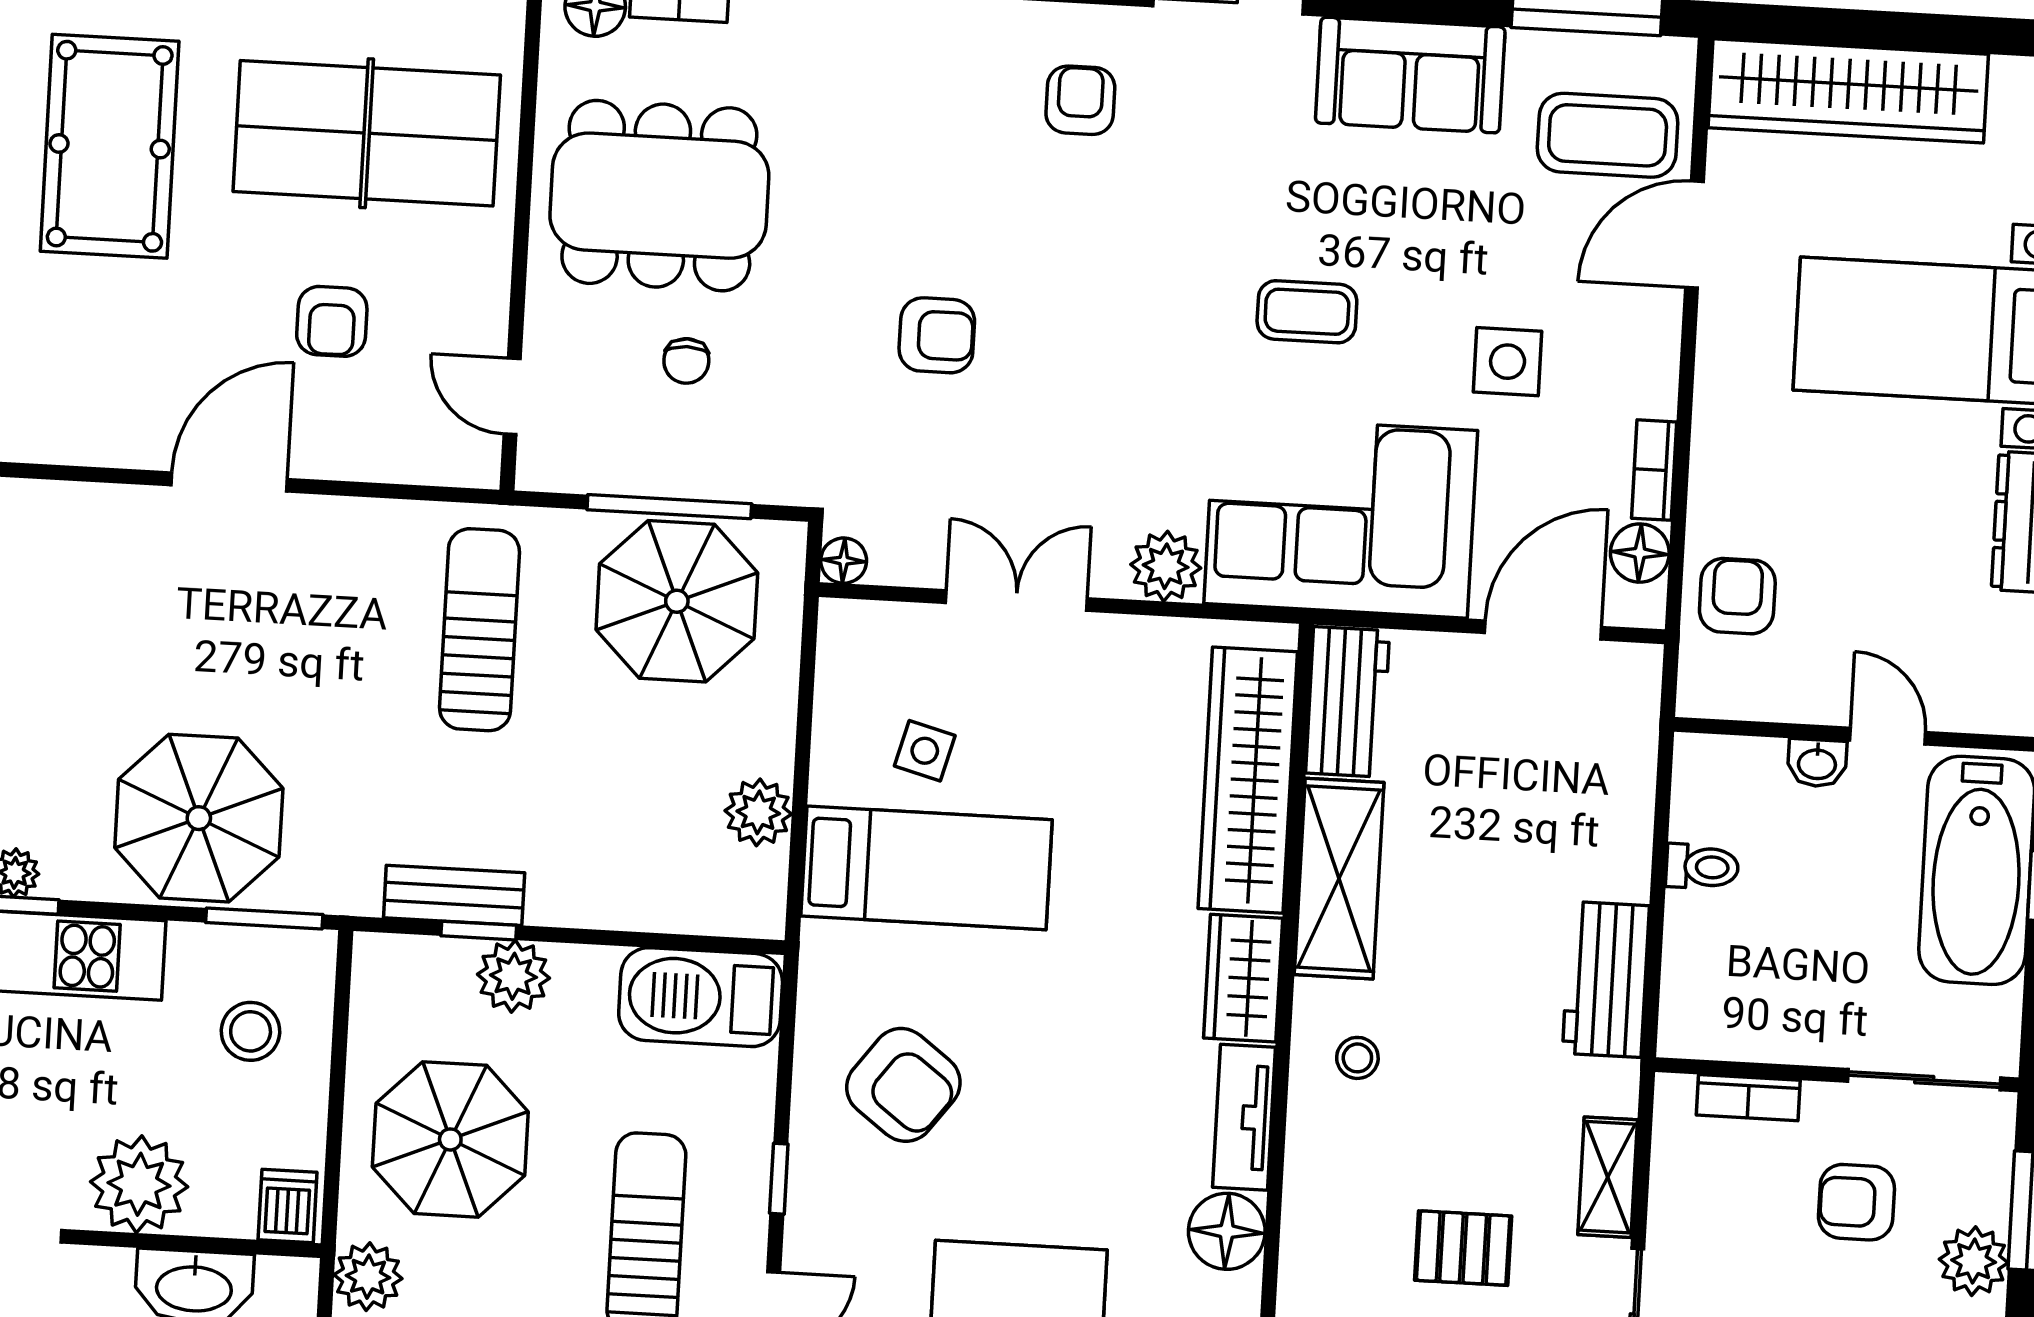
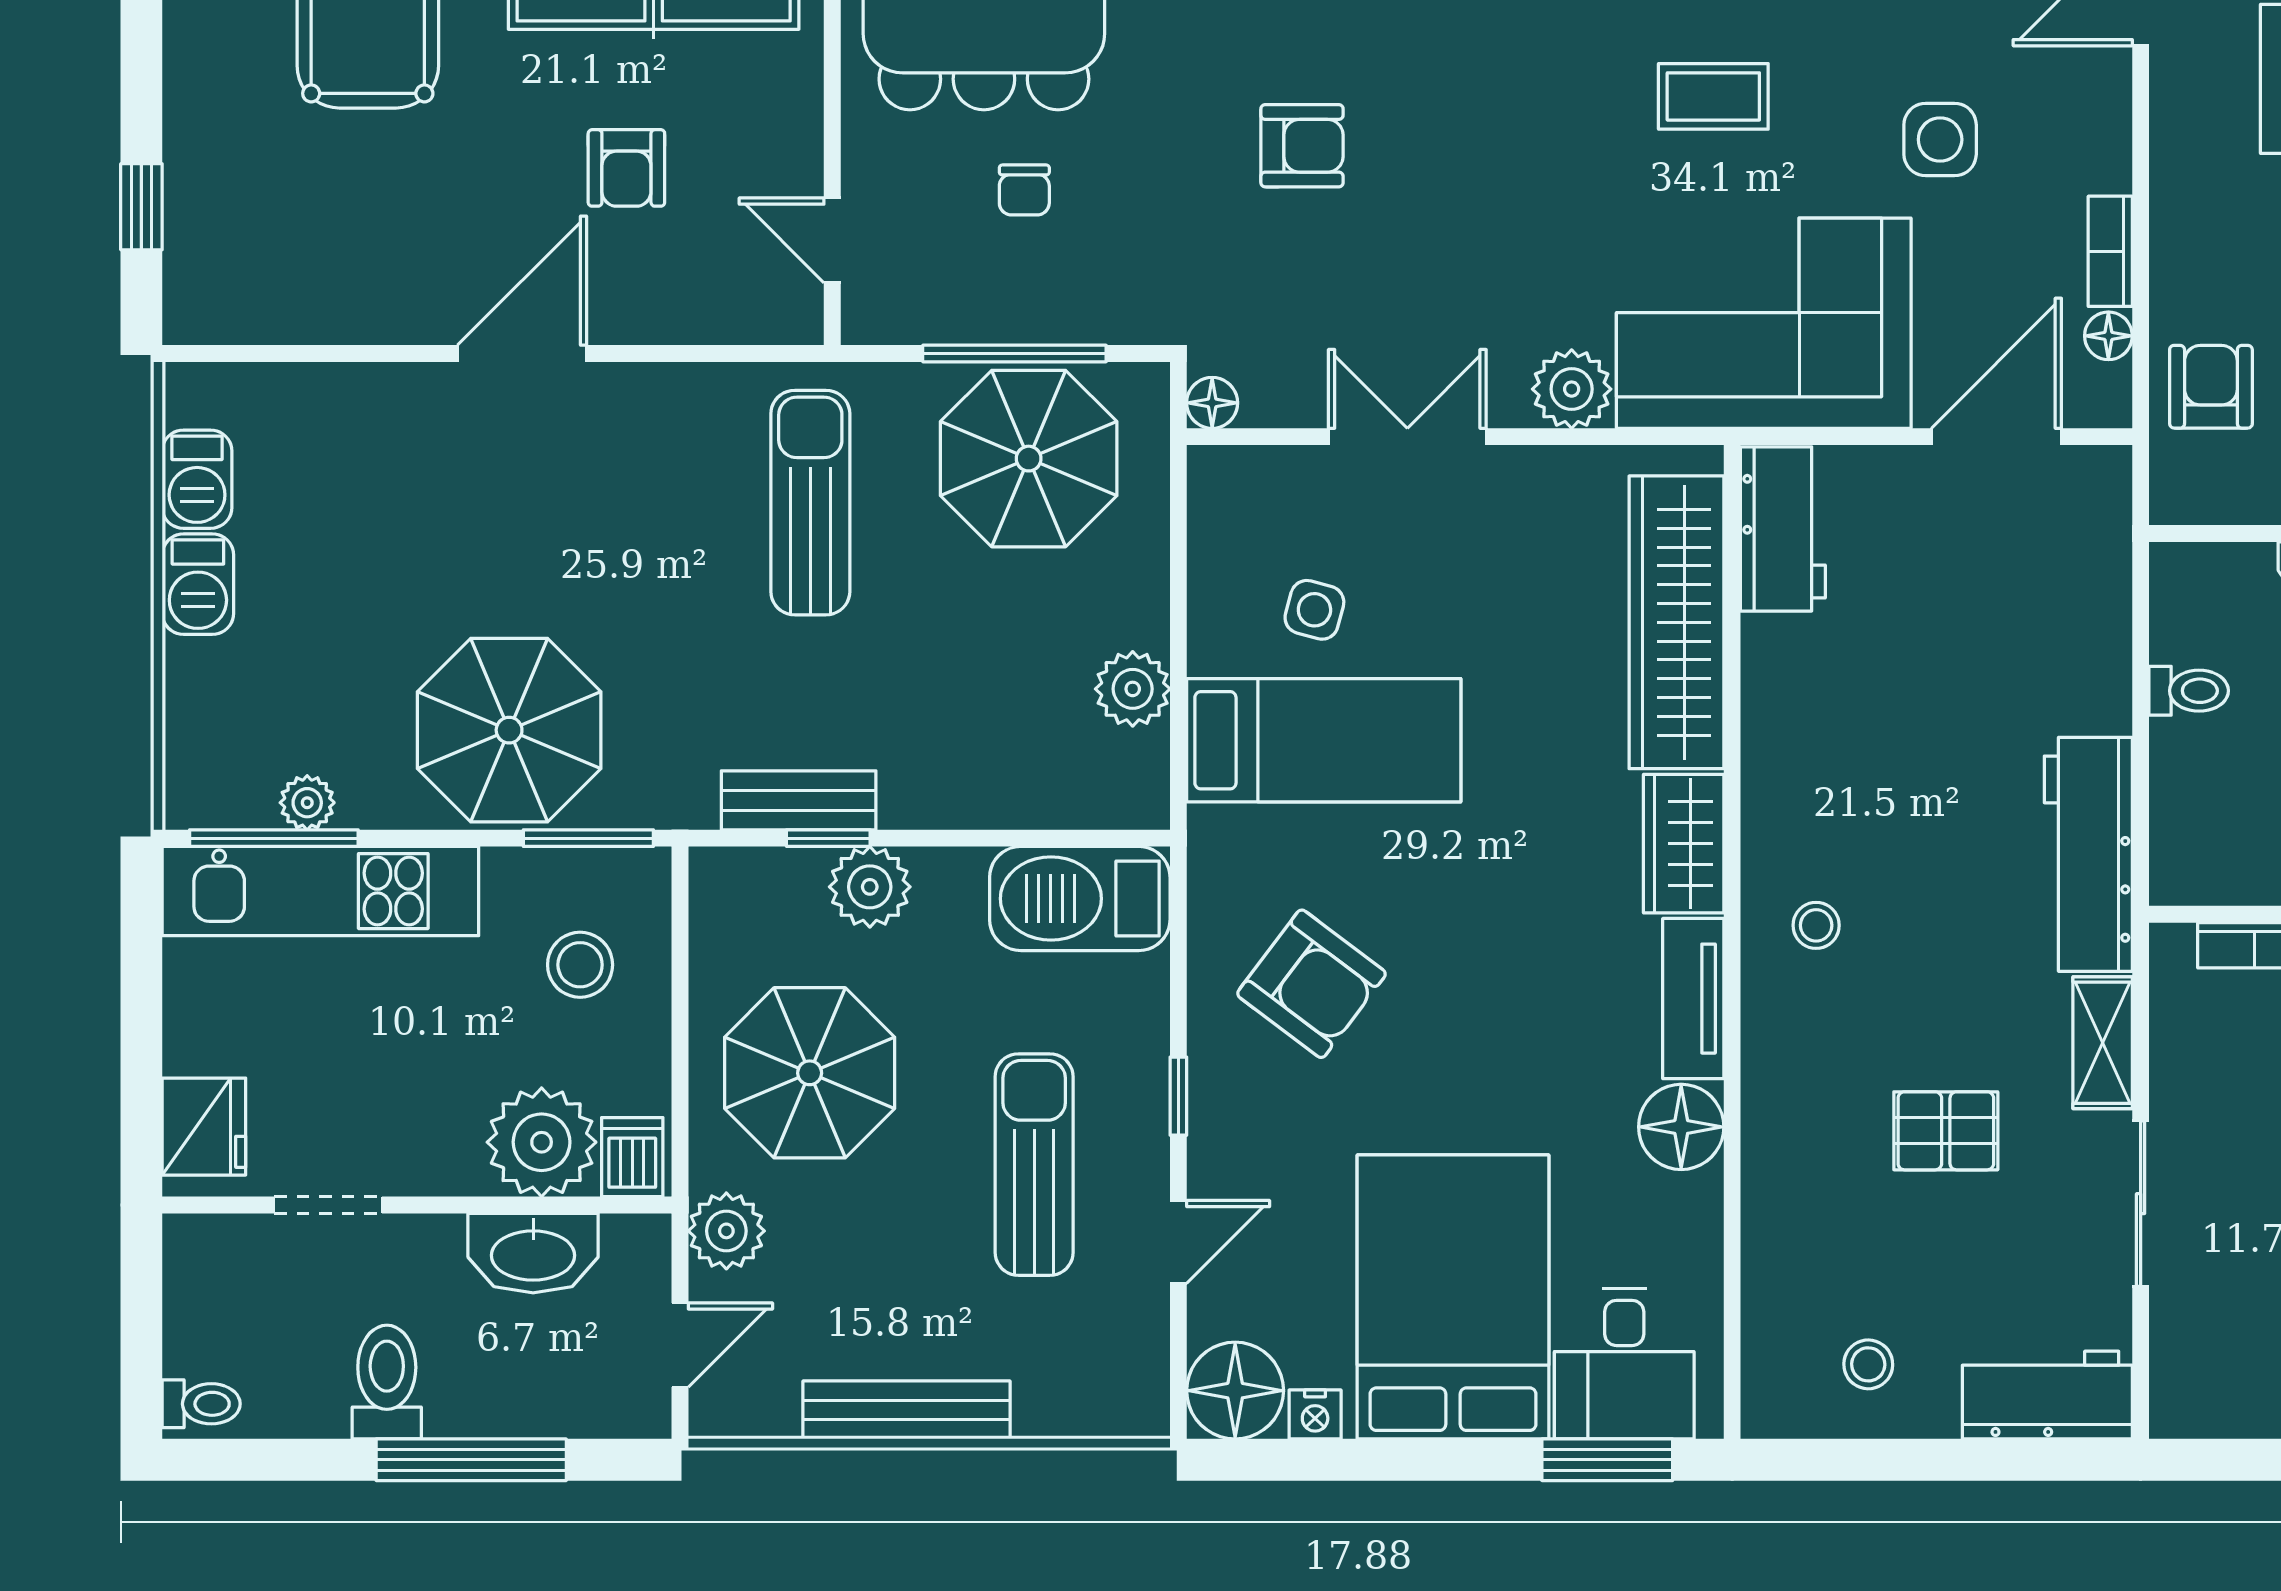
floor lamp: (1640, 553) -> (2108, 336), width x0.73, depth x0.73
shelving: (1339, 879) -> (1784, 727), removed
workbench: (1606, 979) -> (2088, 854), width x1.38
plant: (139, 1184) -> (542, 1142), moved

